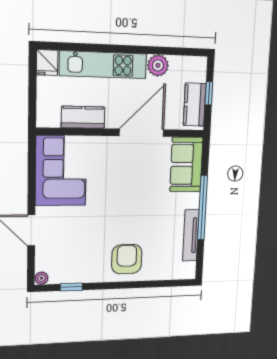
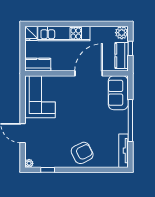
plant: (158, 65) -> (122, 33), moved
kitchen counter: (83, 117) -> (38, 65), moved
tv unit: (191, 235) -> (124, 151), moved
armchair: (127, 259) -> (82, 153), turned 63

